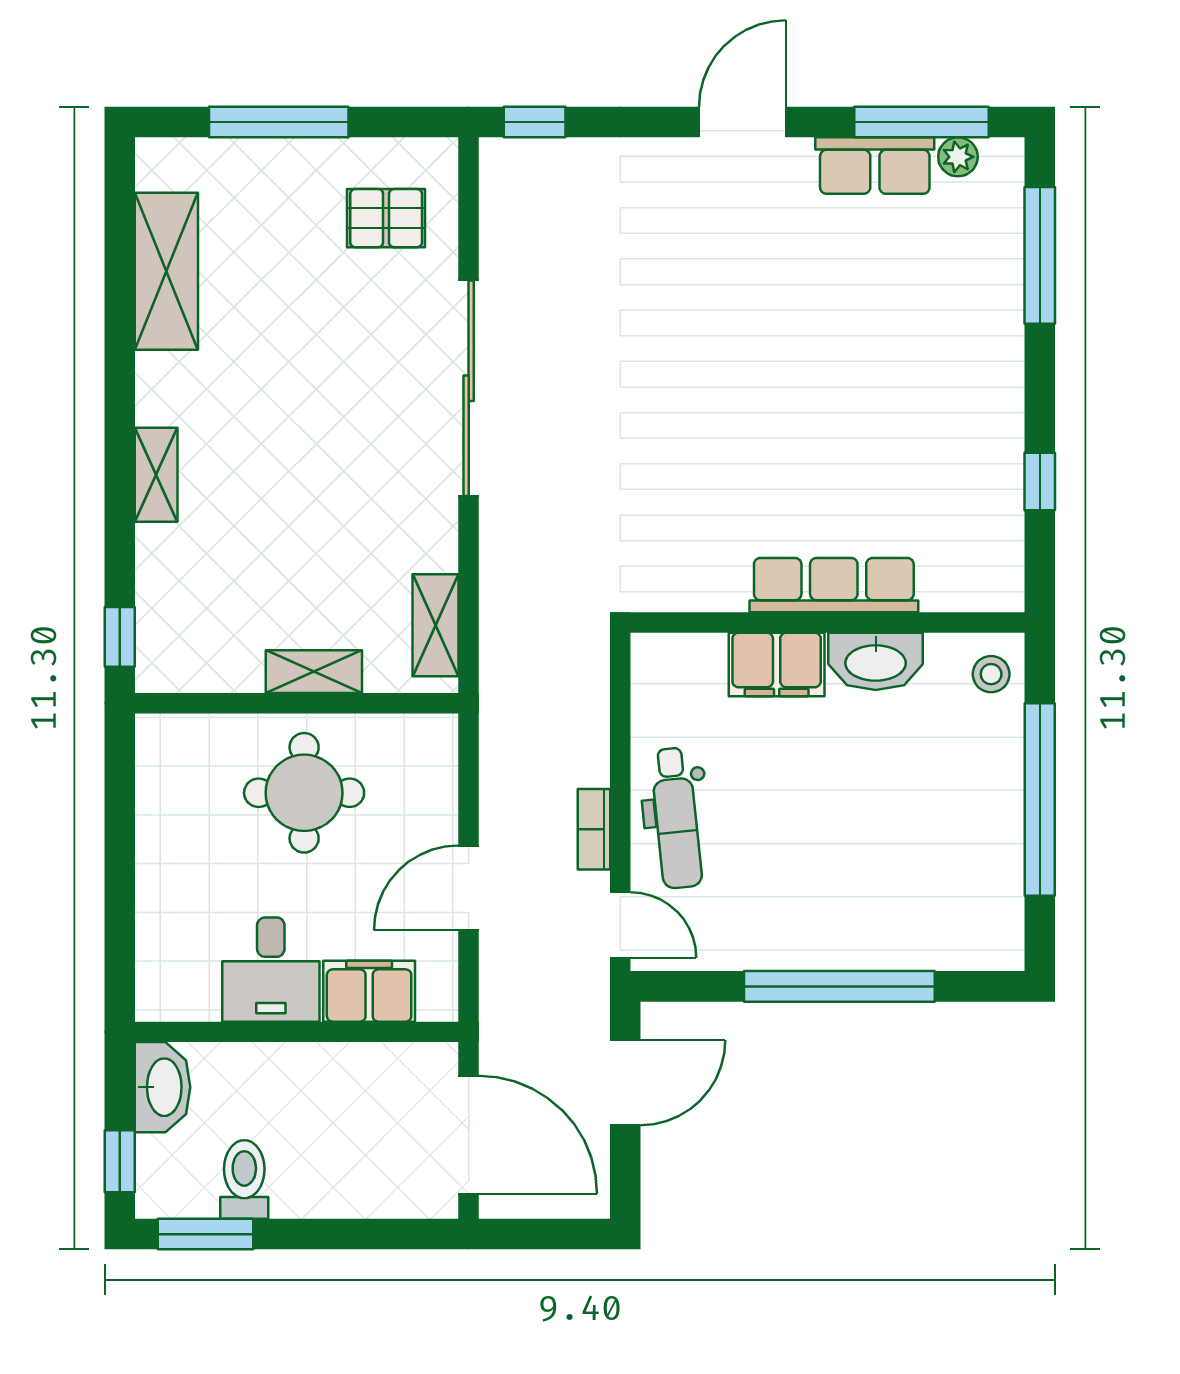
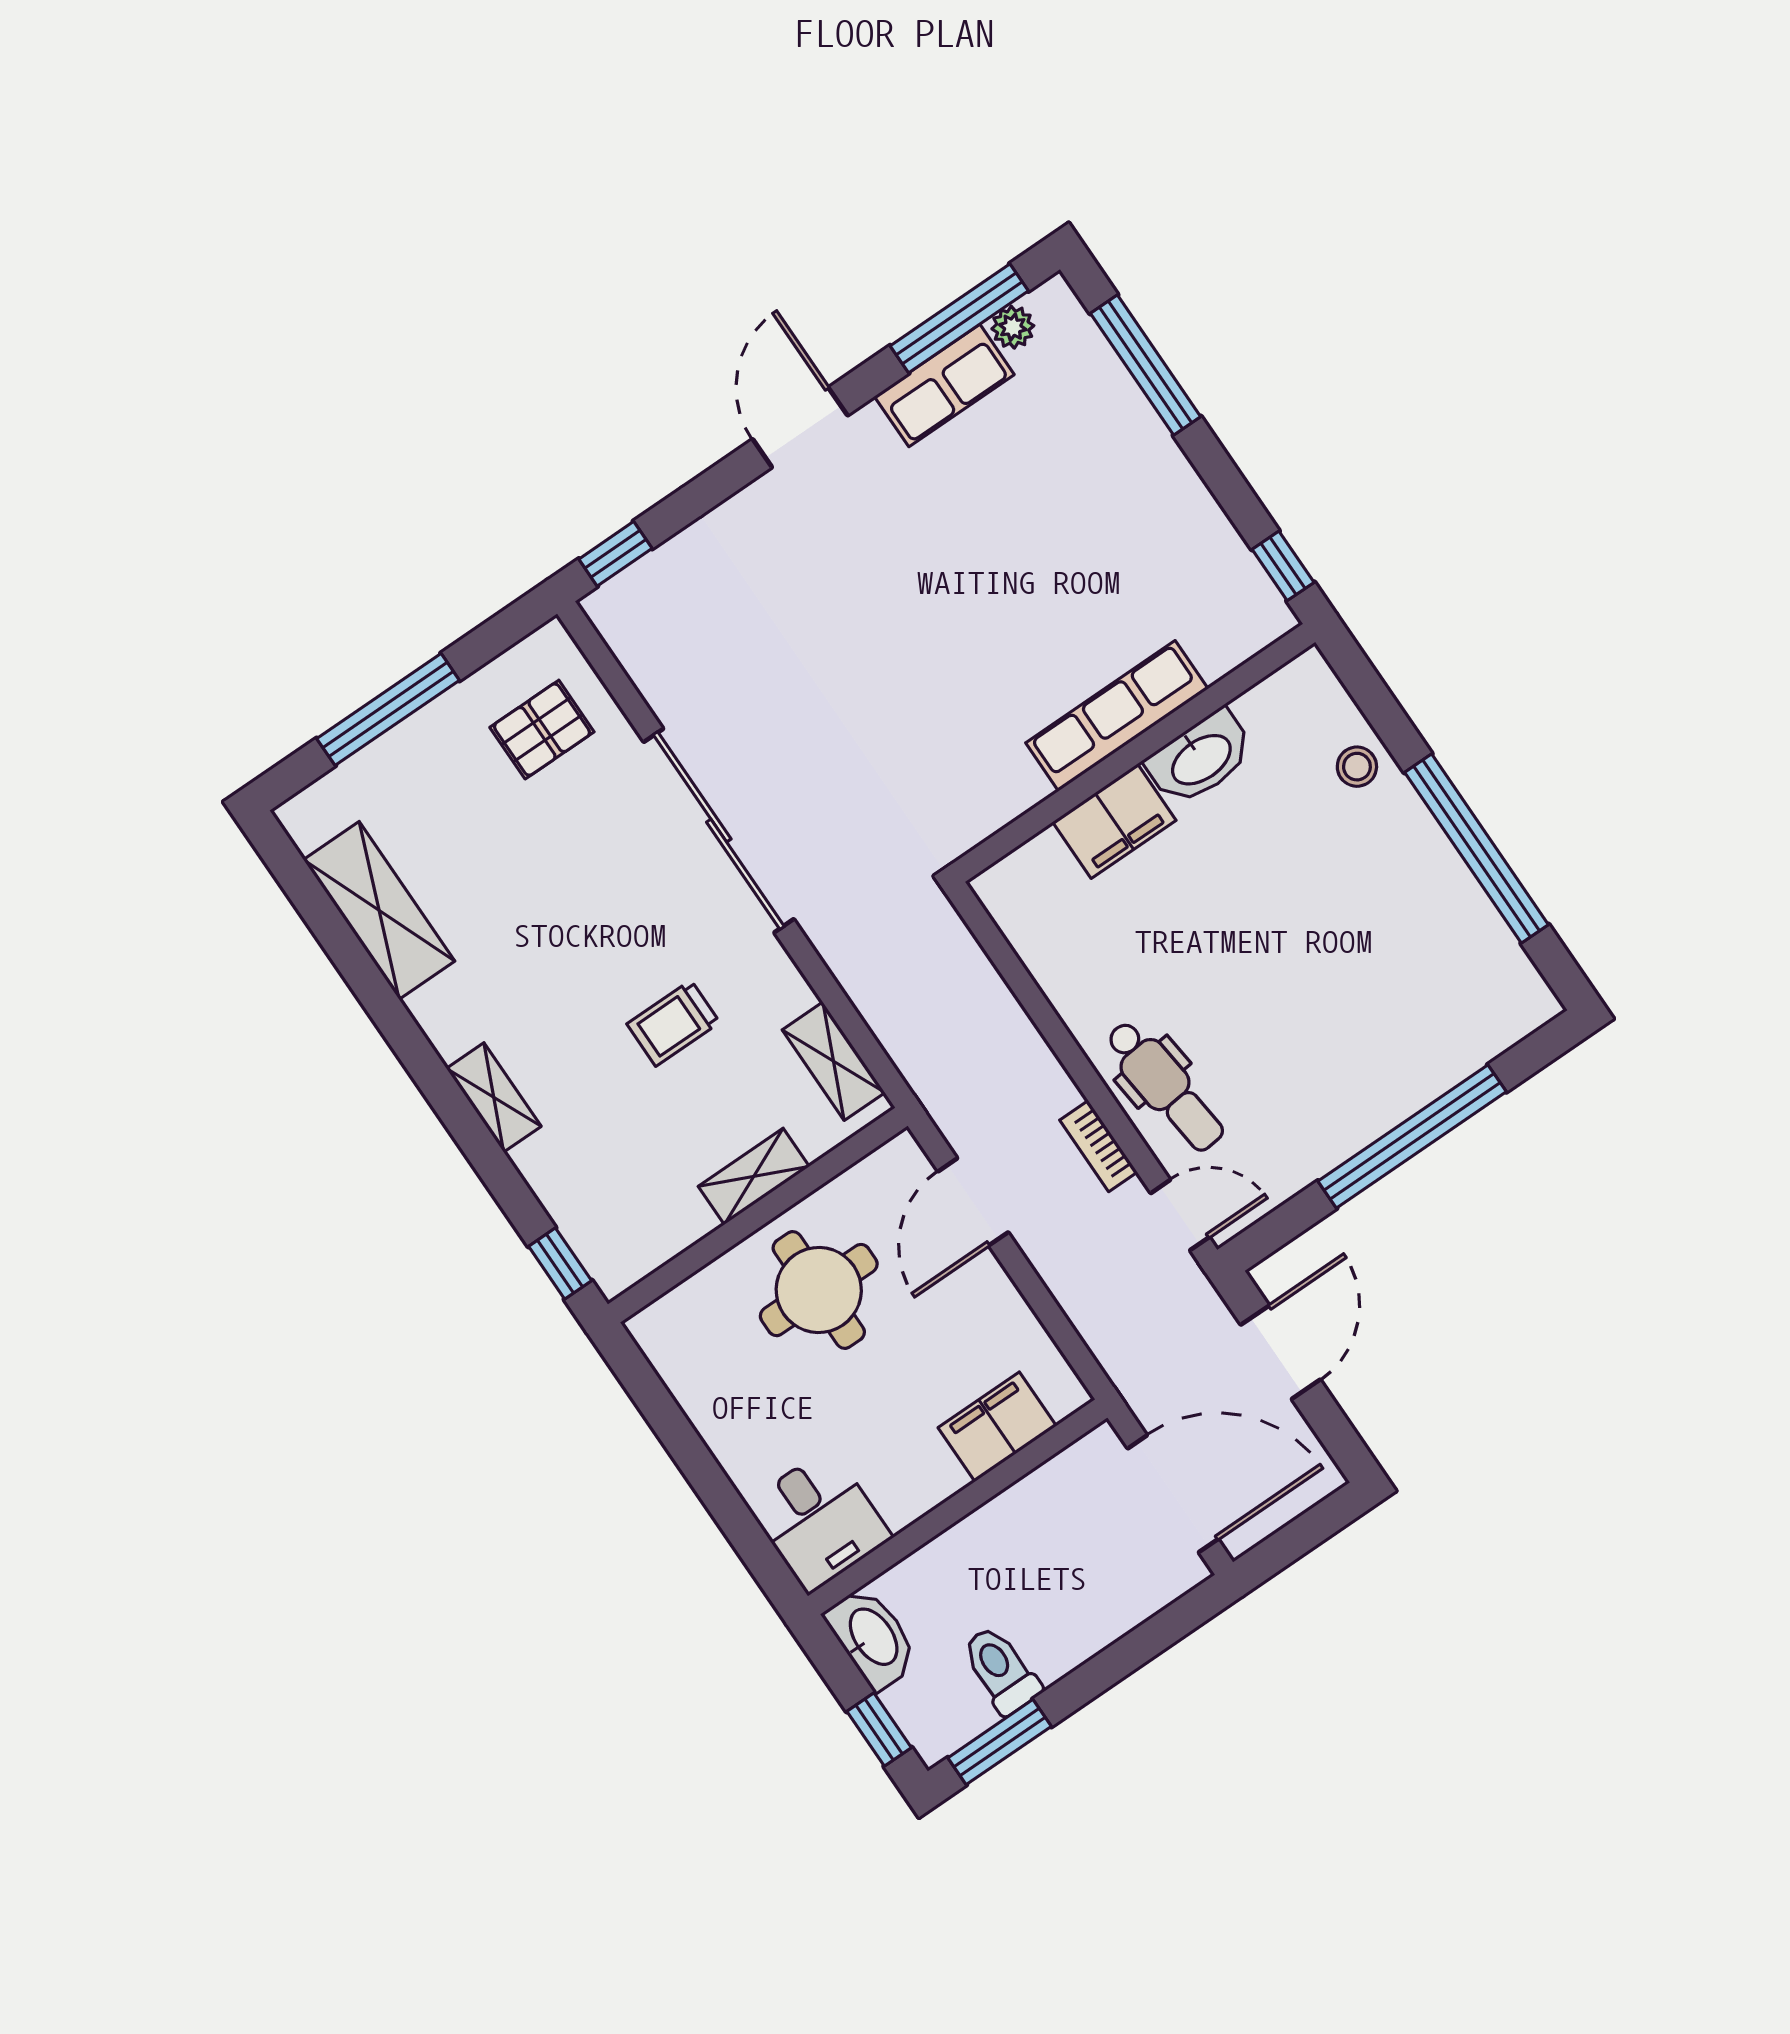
trolley: (333, 512) -> (673, 1023), added
row of seats: (834, 585) -> (1117, 716), moved
wall: (827, 622) -> (1134, 753), moved
washbasin: (876, 661) -> (1200, 758), moved
filing cabinet: (777, 664) -> (1114, 821), moved
door: (469, 888) -> (973, 1202), moved
desk: (271, 970) -> (819, 1520), moved

